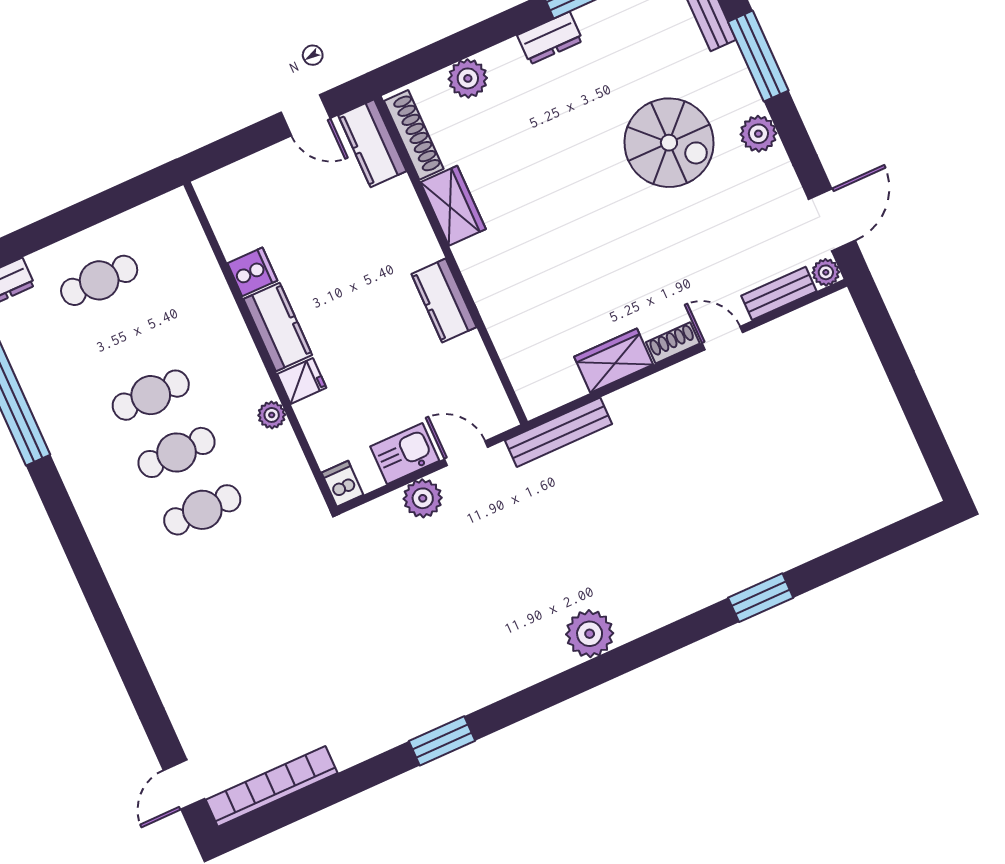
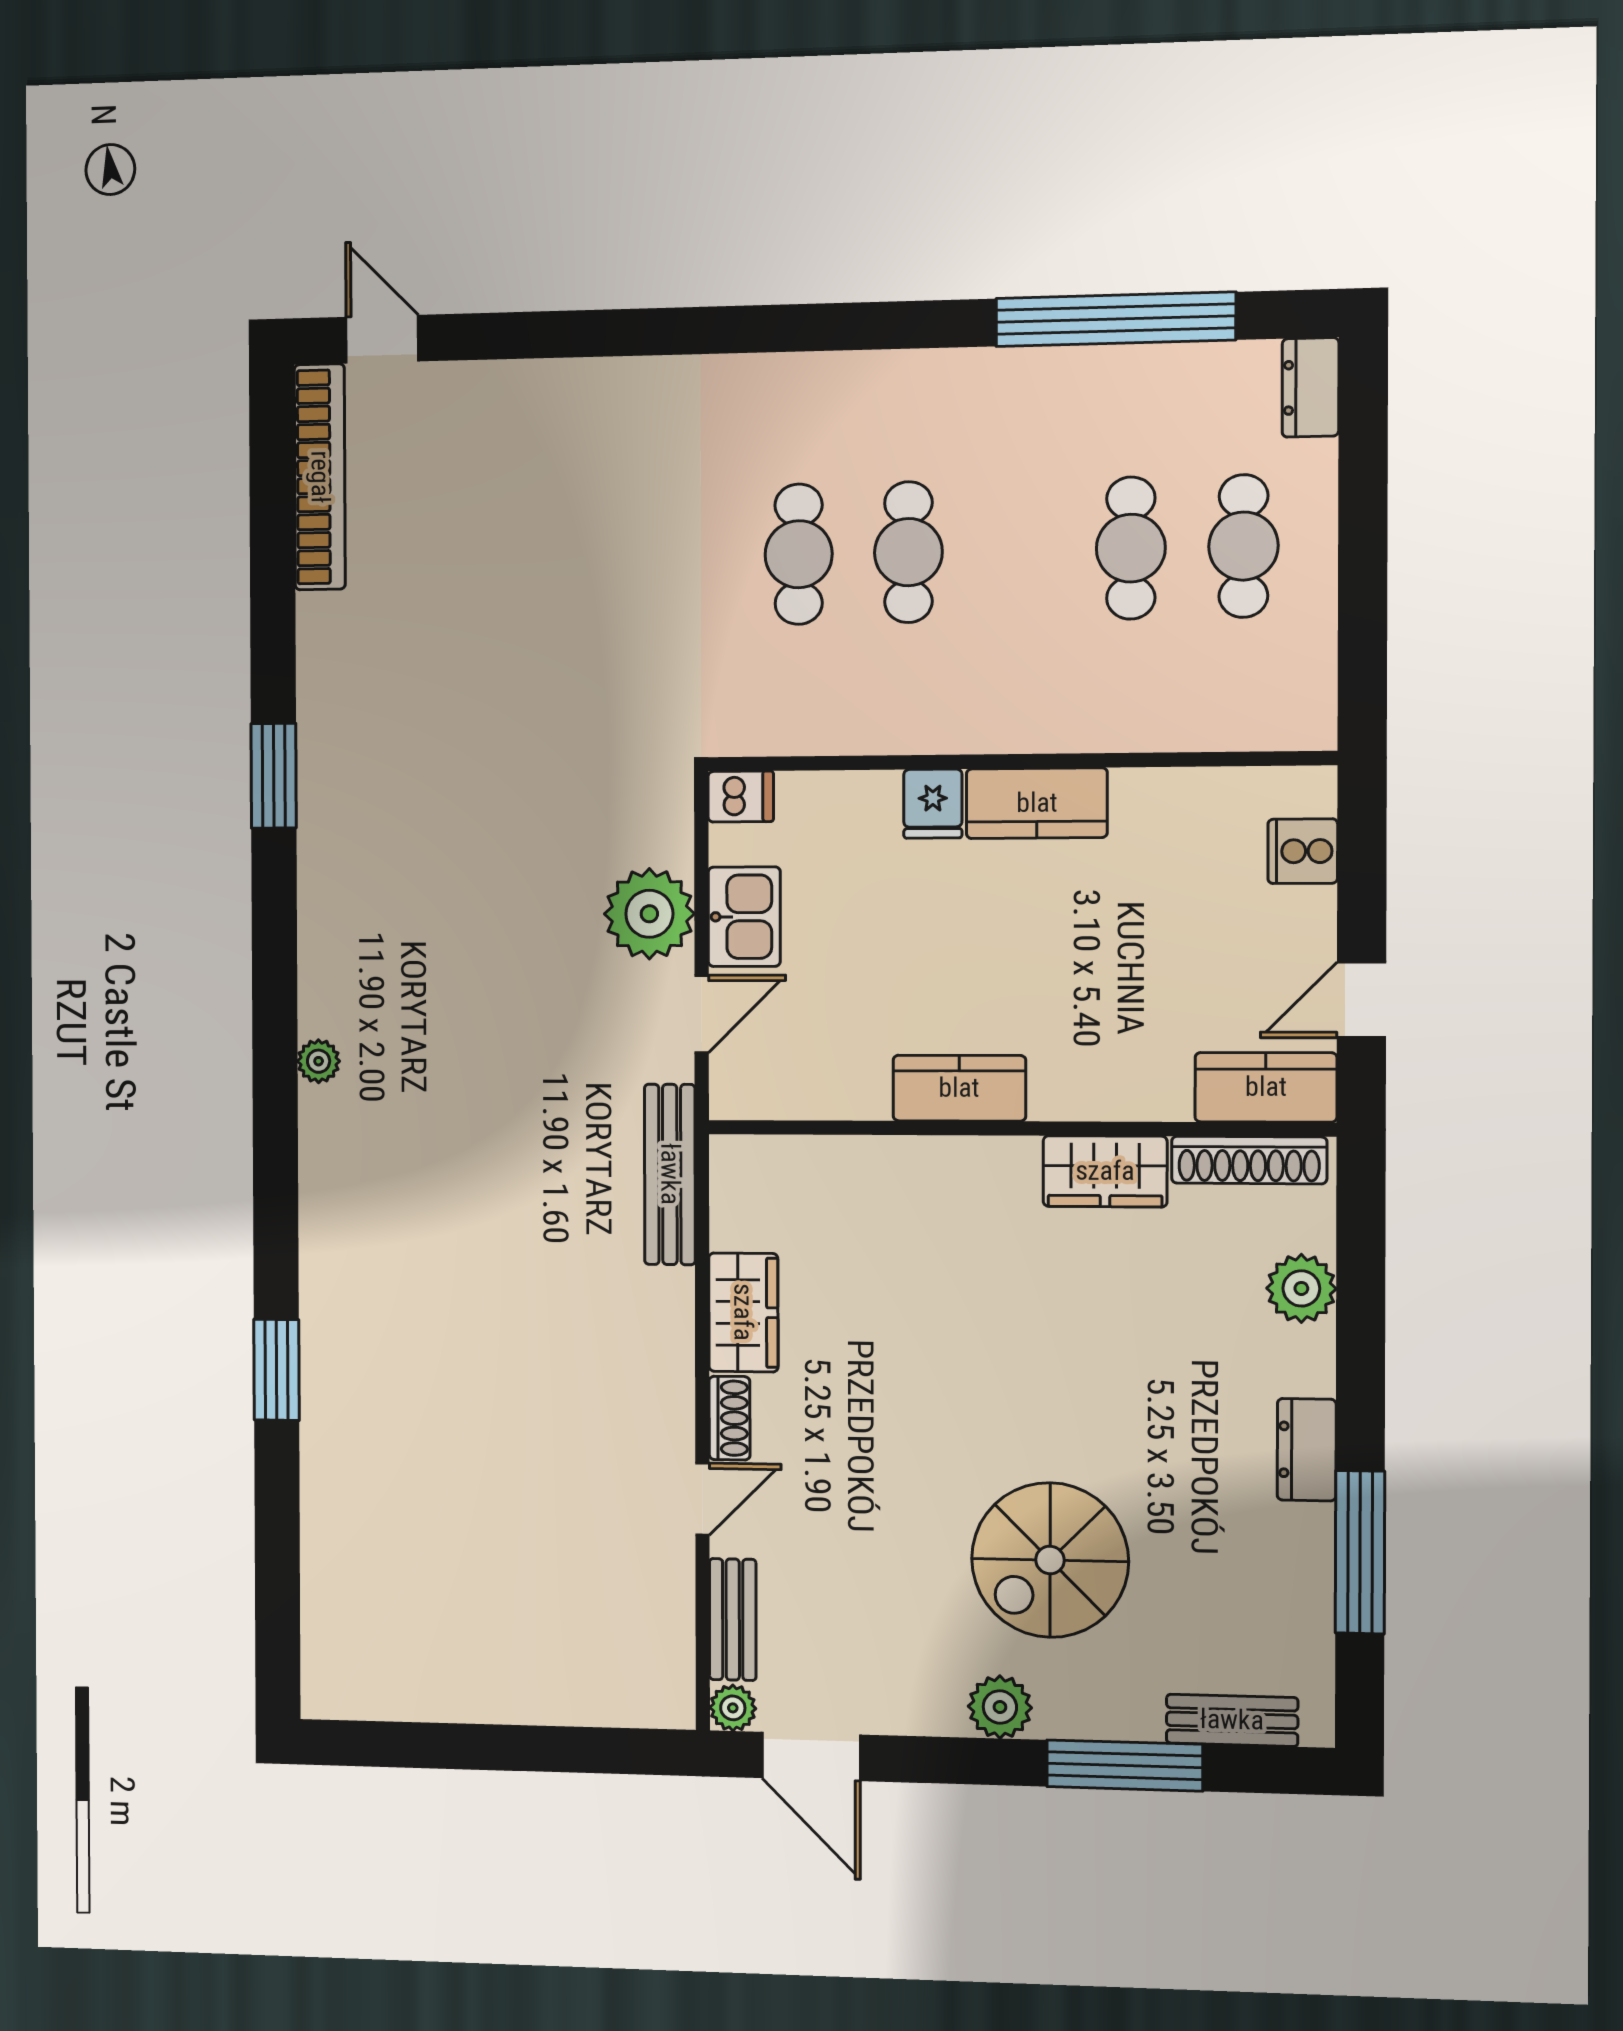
cooker: (252, 272) -> (1303, 851), moved, turned 90
cafe table: (151, 395) -> (1131, 548), moved
plant: (272, 415) -> (900, 731), removed
plant: (423, 498) -> (649, 914), width x1.36, depth x1.36
plant: (590, 634) -> (319, 1061), width x0.53, depth x0.53

